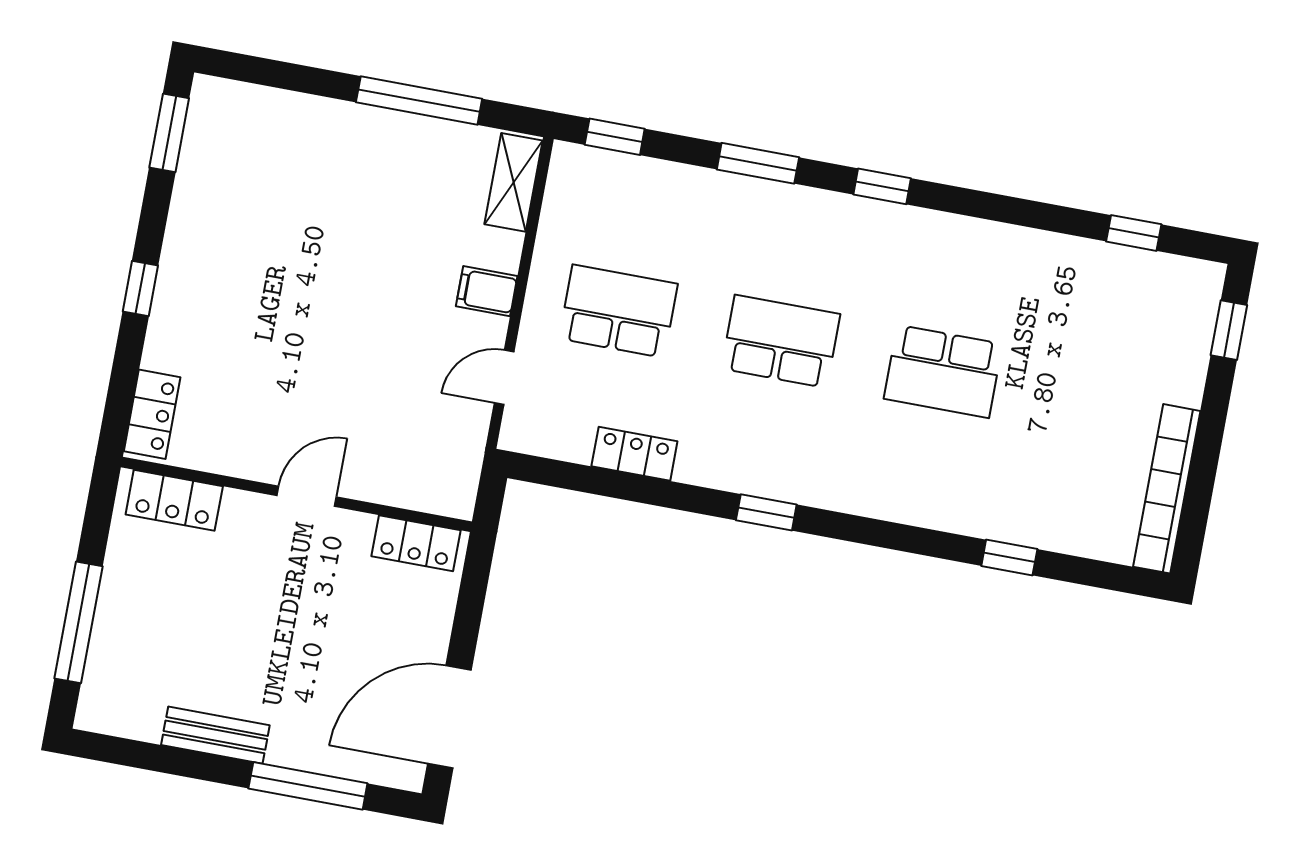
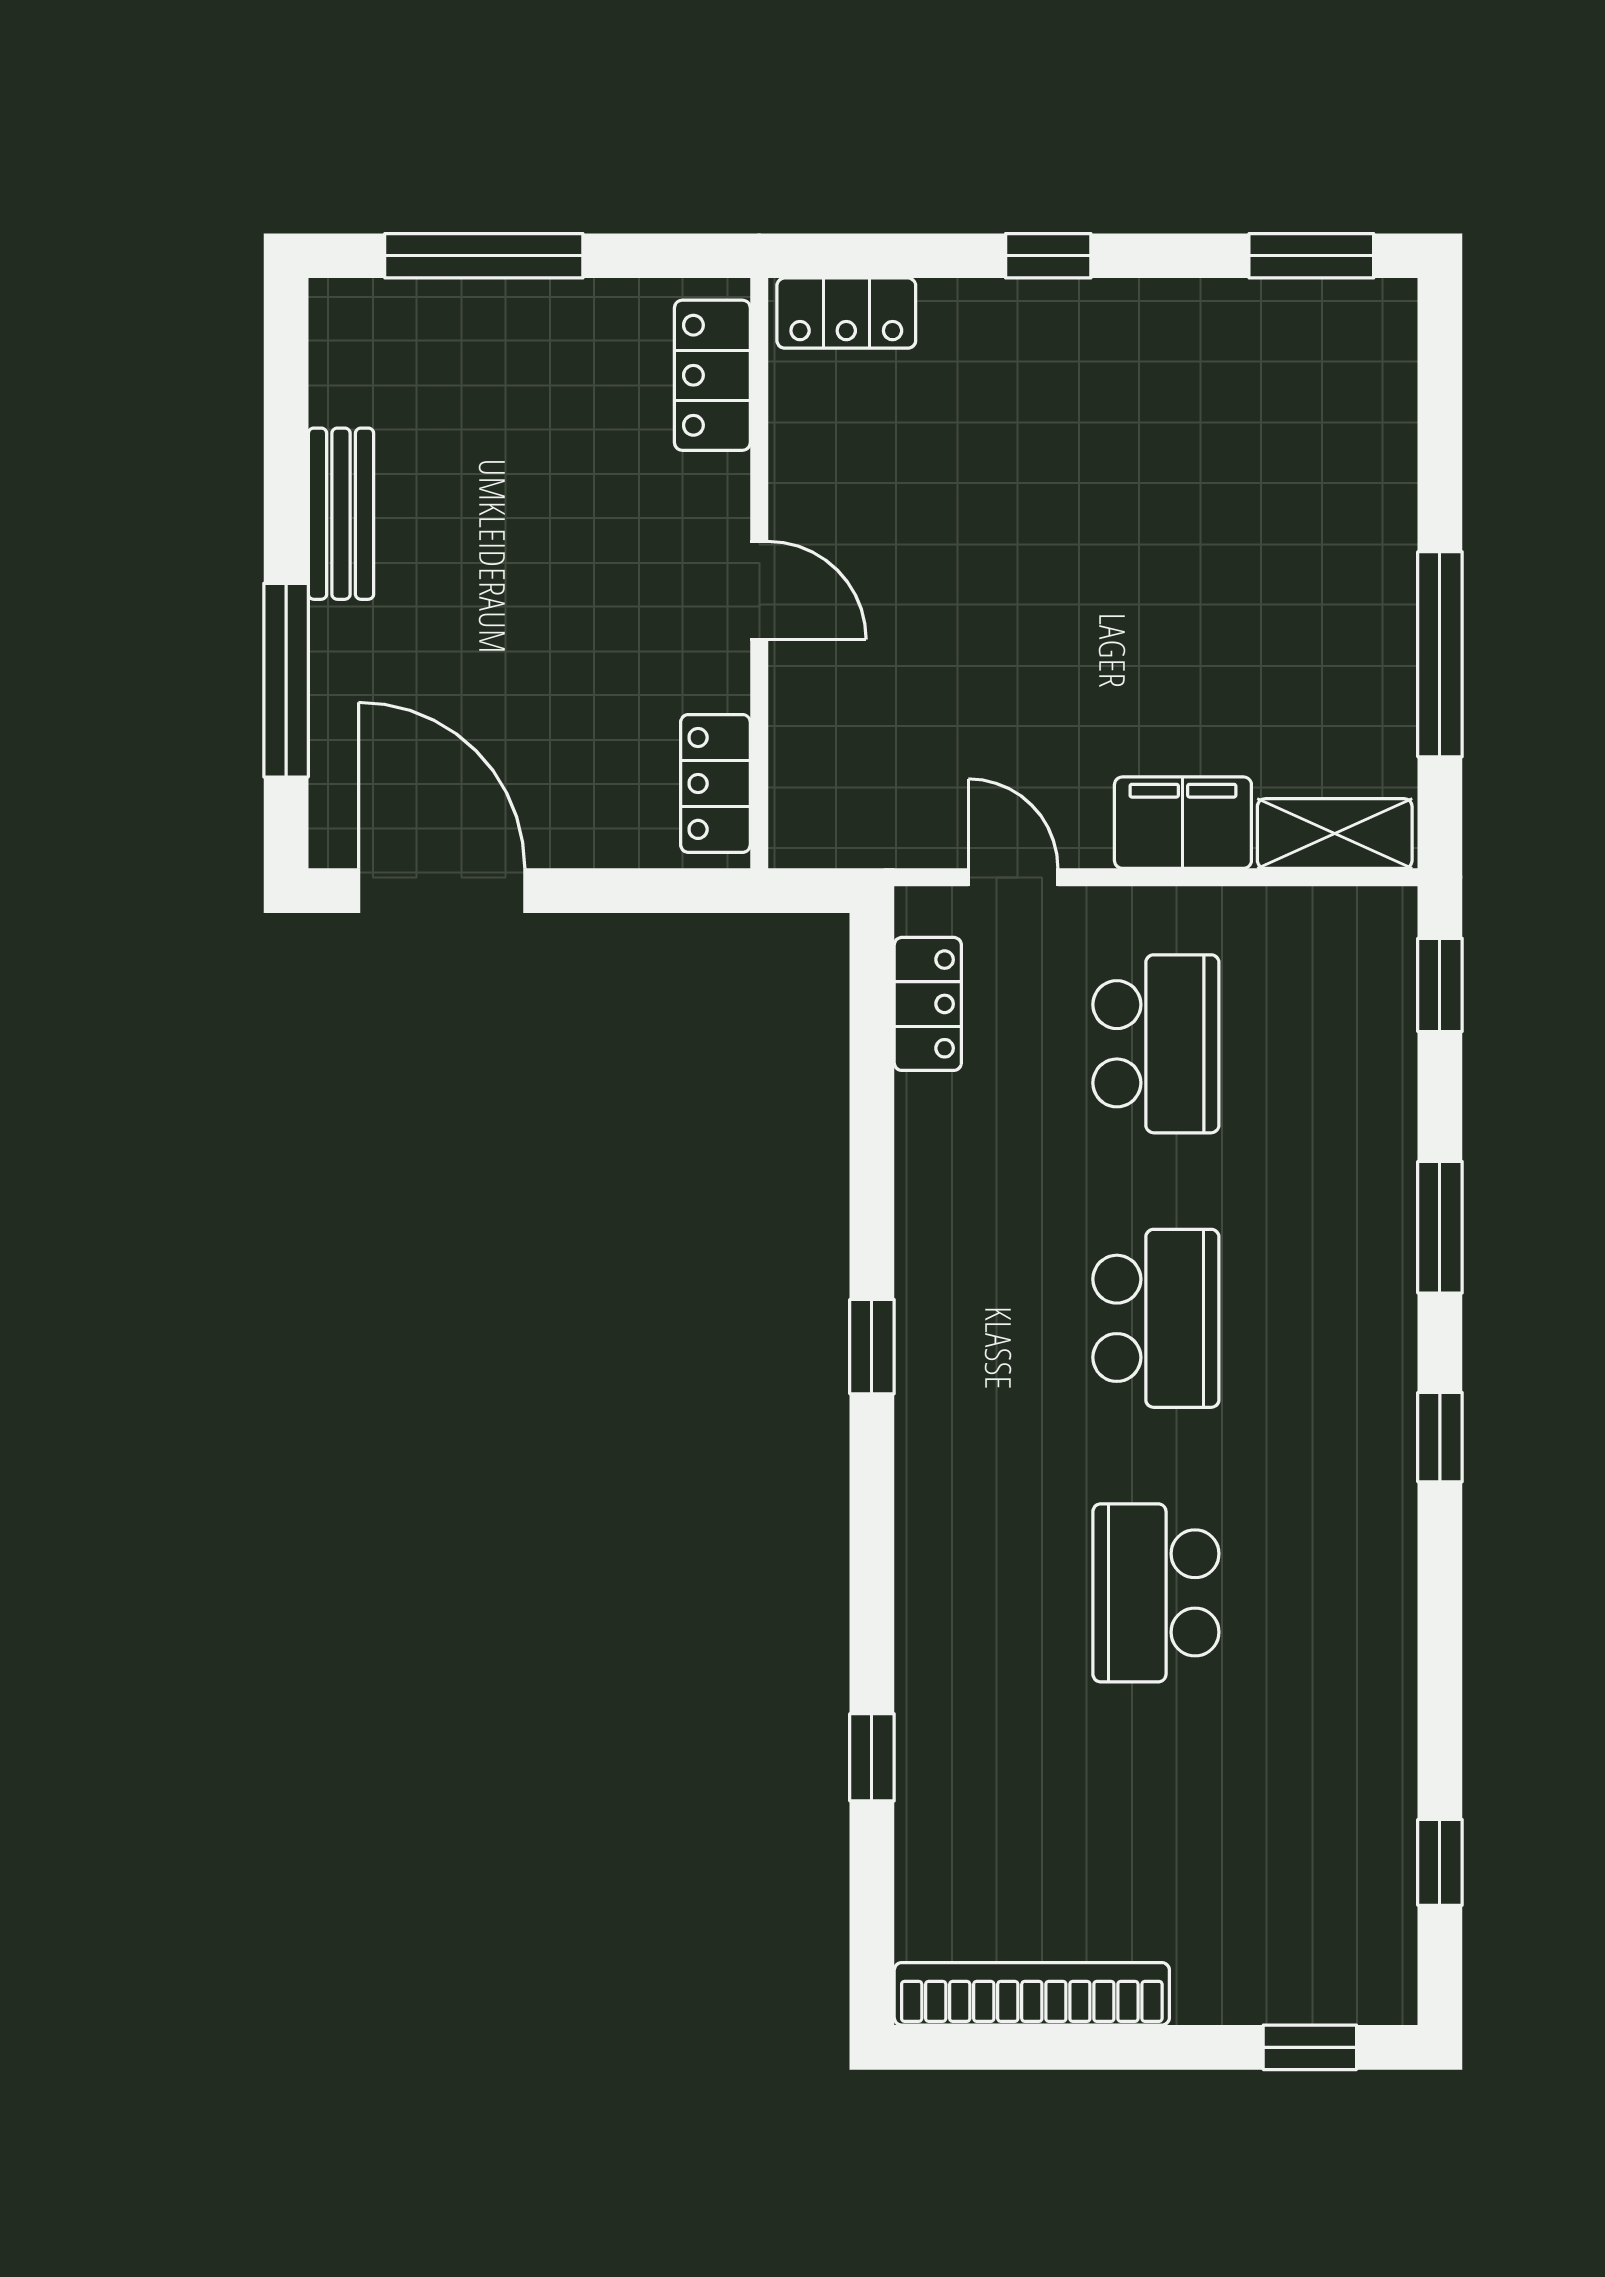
filing cabinet: (487, 291) -> (1183, 823), width x2.00
locker: (634, 454) -> (928, 1004), moved

